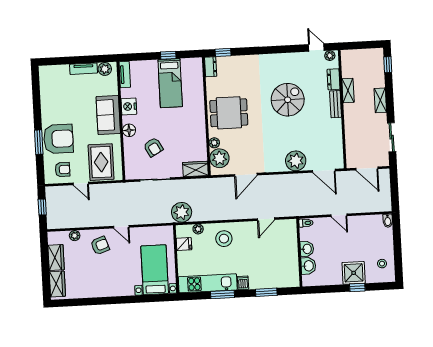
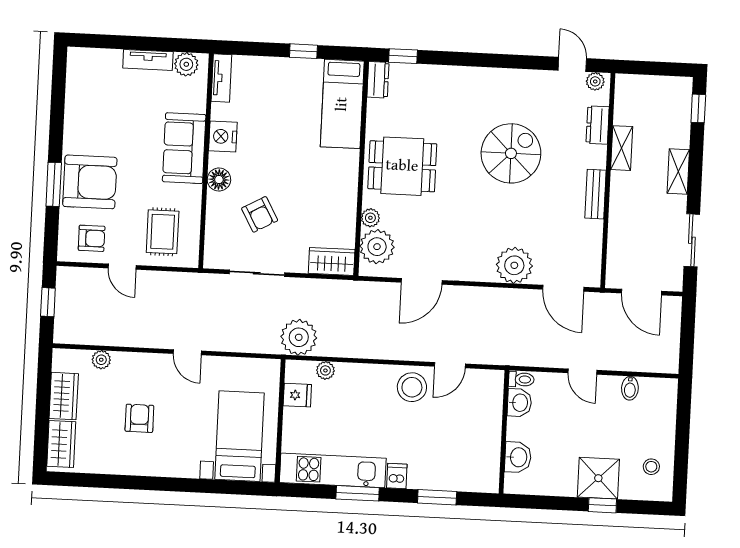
bed: (170, 83) -> (342, 104), moved
bench: (336, 104) -> (595, 194), moved
rug: (101, 162) -> (163, 232), width x0.73, depth x0.70
bidet: (388, 221) -> (630, 388), moved
stool: (224, 239) -> (412, 387), moved
armchair: (100, 245) -> (139, 418), moved, turned -71
washbasin: (307, 249) -> (519, 403), moved

